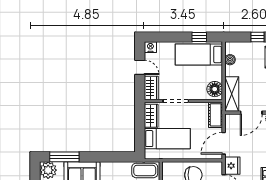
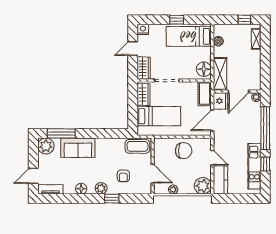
window: (199, 37) -> (177, 20), moved
door: (140, 67) -> (133, 49), swing flipped
fridge: (232, 166) -> (221, 101), moved

